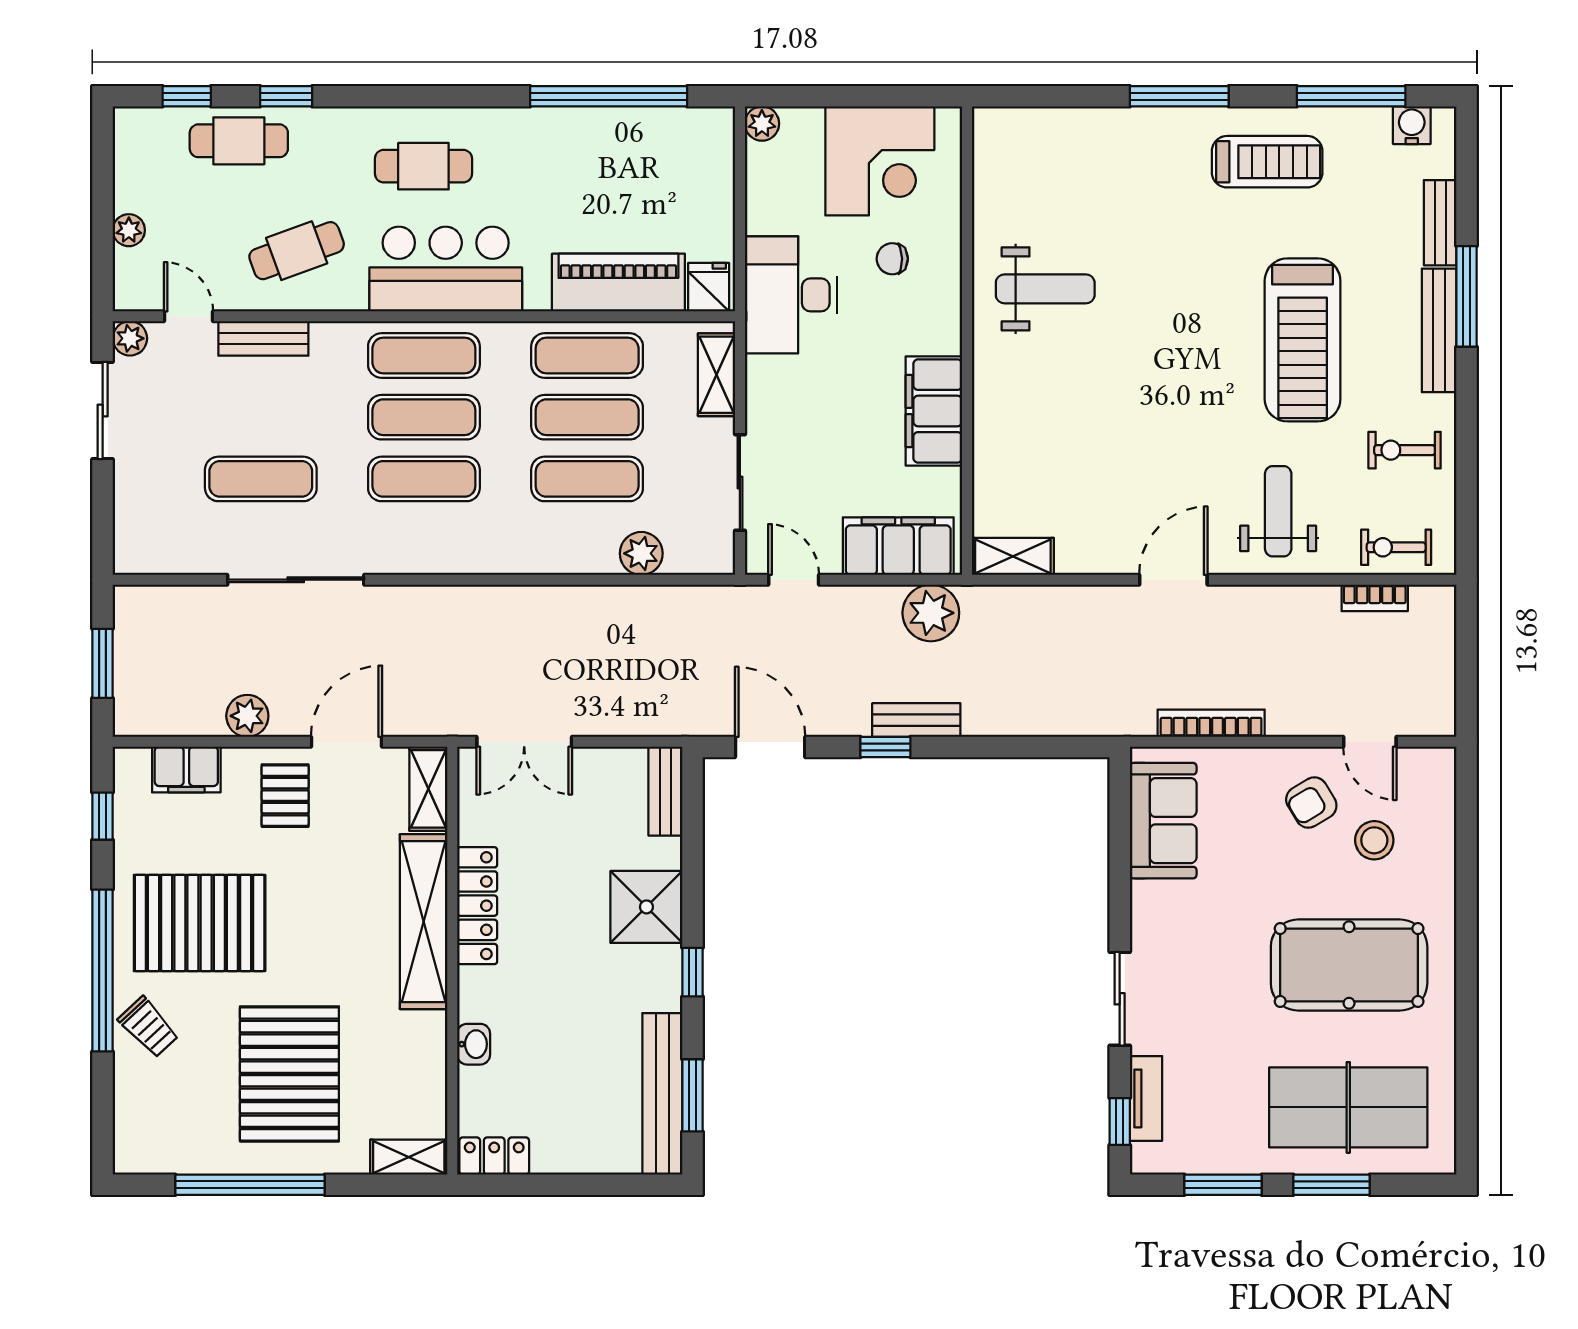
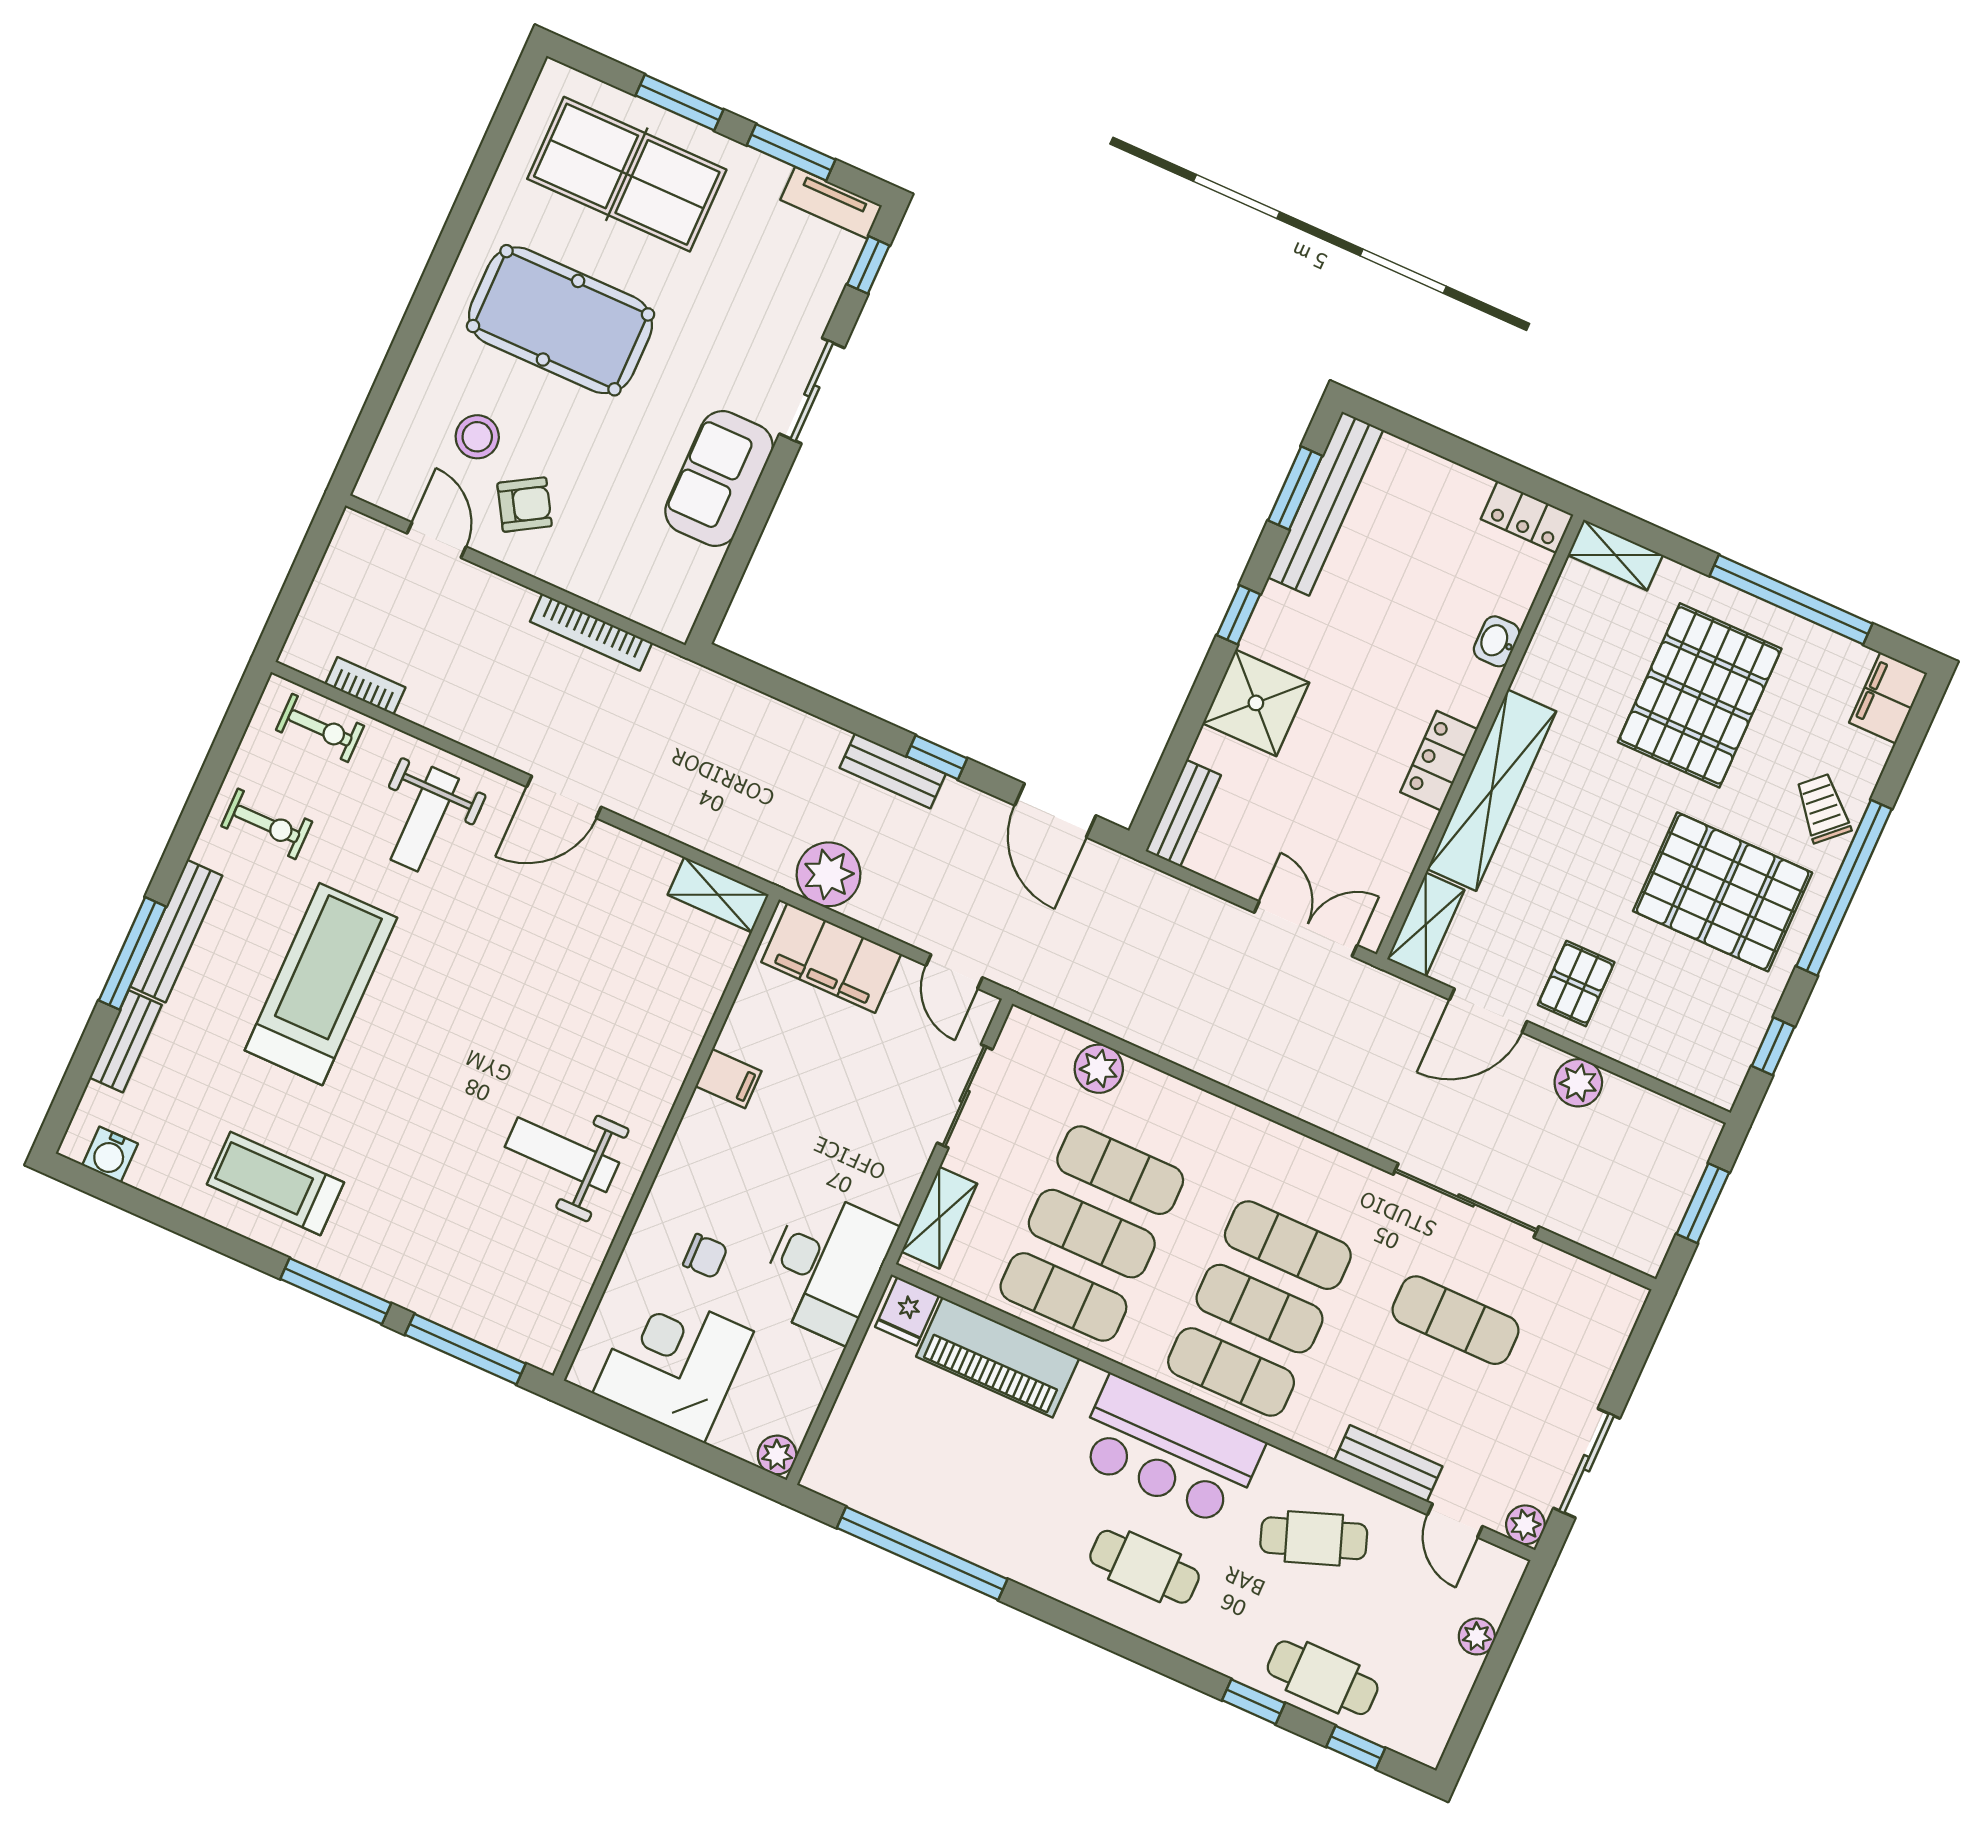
window: (1351, 96) -> (465, 1349), moved
filing cabinet: (934, 411) -> (728, 1079), width x0.33, depth x0.86
filing cabinet: (186, 770) -> (1888, 698), moved, turned -90
sofa: (1163, 821) -> (719, 479), moved
locker: (477, 906) -> (1439, 761), width x0.66
tv unit: (1146, 1098) -> (831, 203), moved, turned -90

